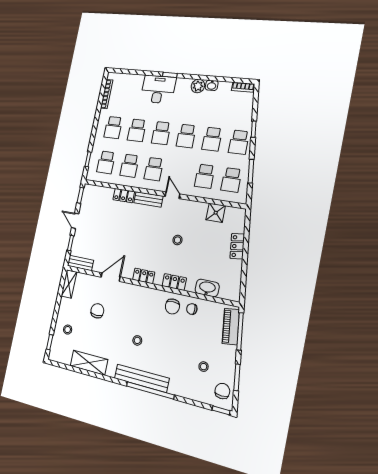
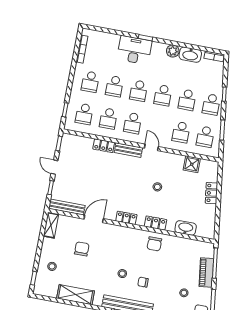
washbasin: (212, 85) -> (190, 55), width x1.91, depth x1.45
bench: (80, 263) -> (67, 207), width x1.36
chair: (192, 309) -> (143, 282), moved
piano: (231, 327) -> (206, 272), moved

